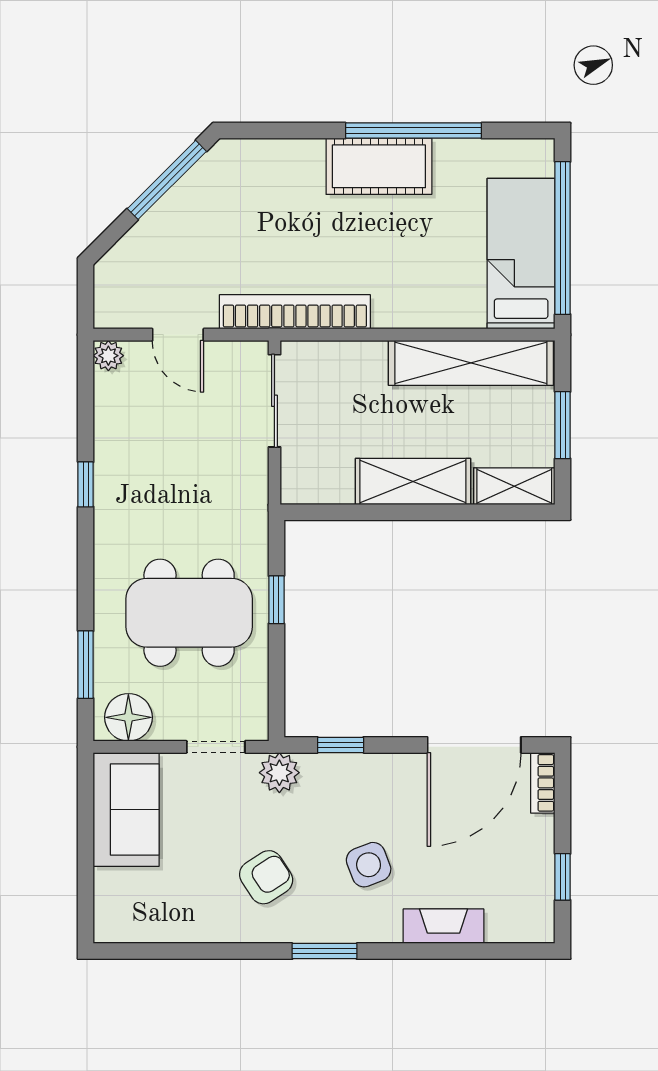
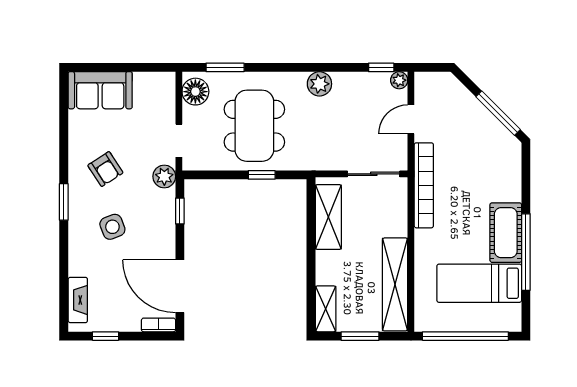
bed: (521, 254) -> (479, 283), moved, turned 180
shelving: (413, 481) -> (328, 217), moved
window: (86, 484) -> (381, 67), moved
plant: (115, 497) -> (319, 84), added
sofa: (126, 810) -> (100, 90), moved
fireplace: (444, 926) -> (78, 300), moved

